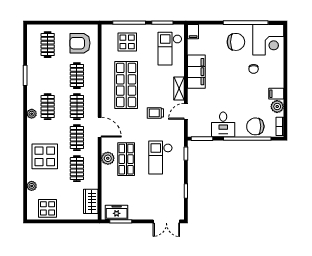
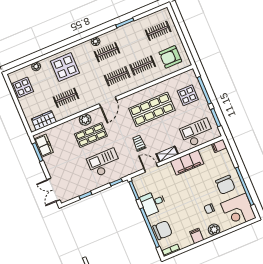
armchair: (80, 43) -> (170, 57), turned -90
plant: (277, 106) -> (214, 230), moved
chair: (255, 126) -> (162, 230), turned 90
clothes rail: (77, 138) -> (92, 87), removed

